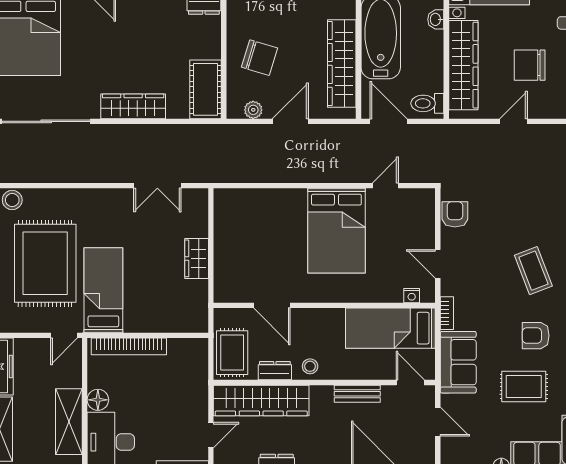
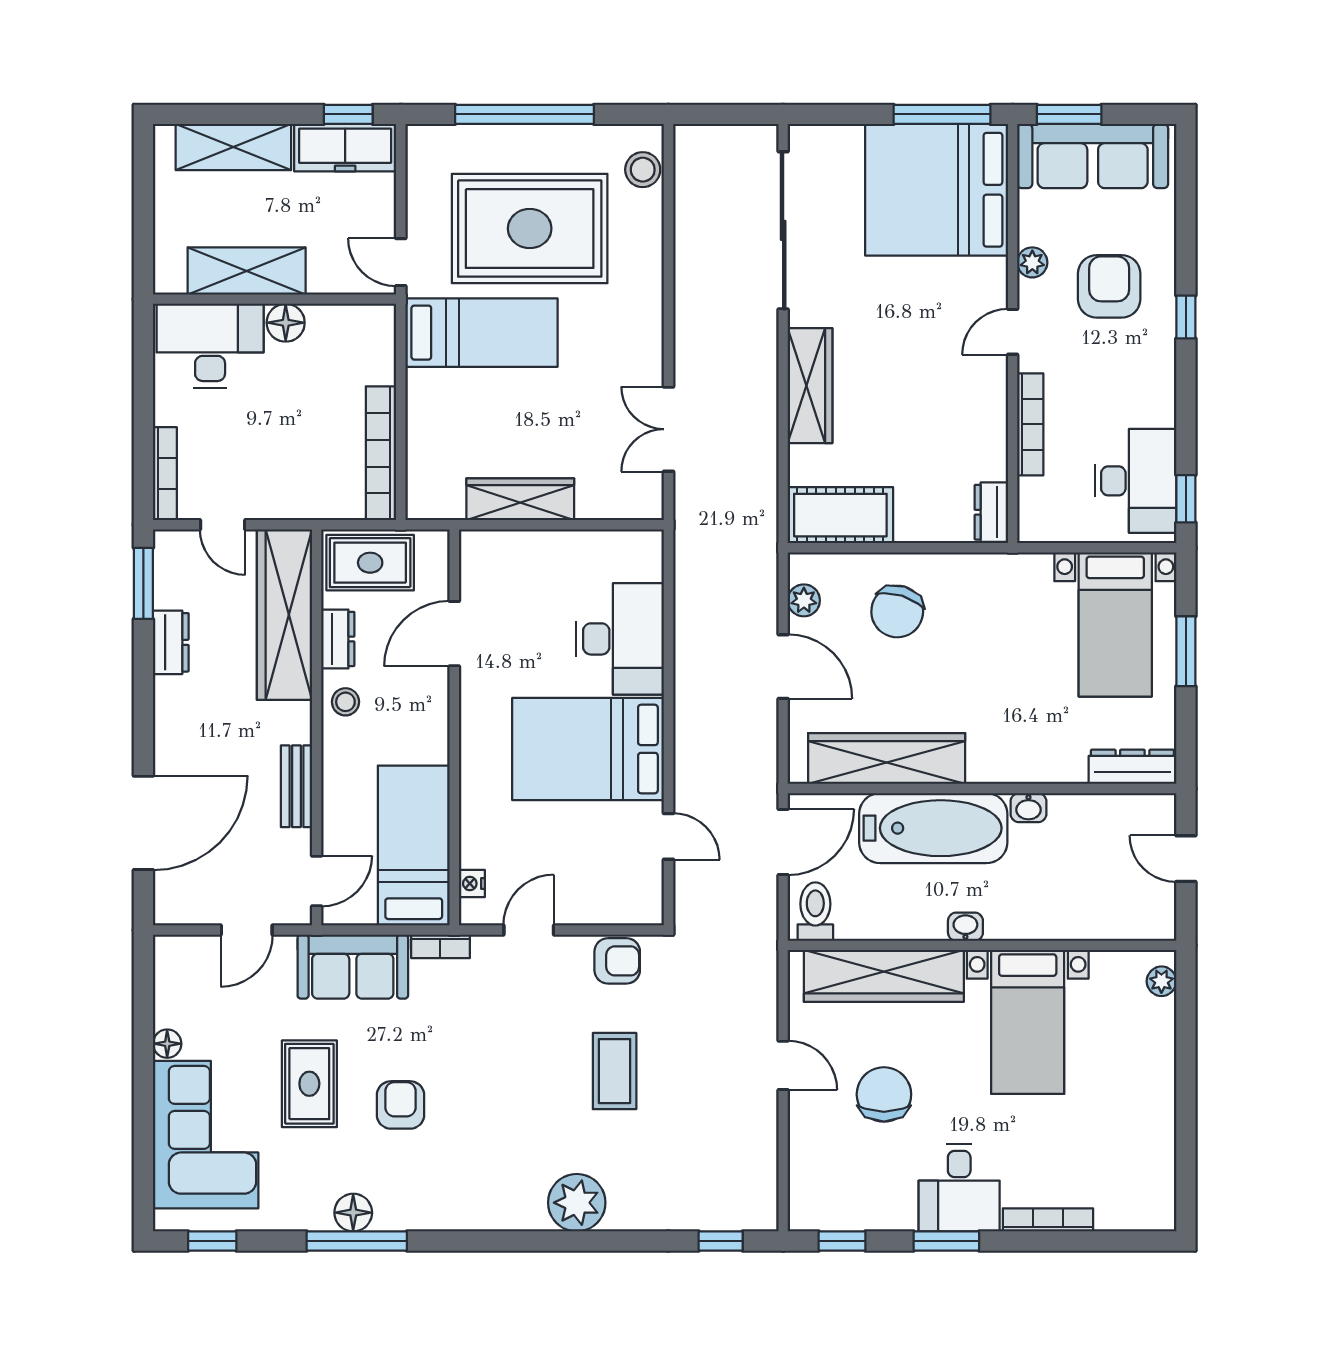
desk: (275, 213) -> (620, 639), added
wardrobe: (197, 258) -> (520, 499), width x1.50
coffee table: (533, 271) -> (615, 1071), moved, turned -69
bookcase: (129, 346) -> (381, 453), moved

